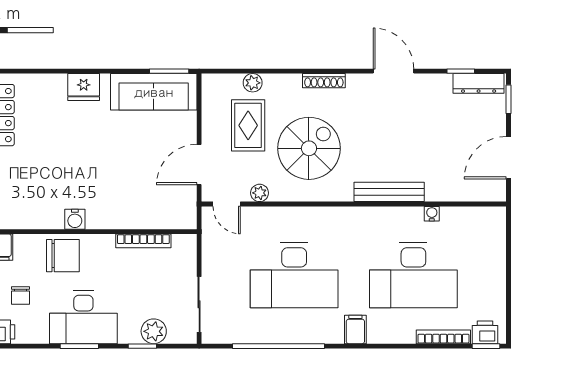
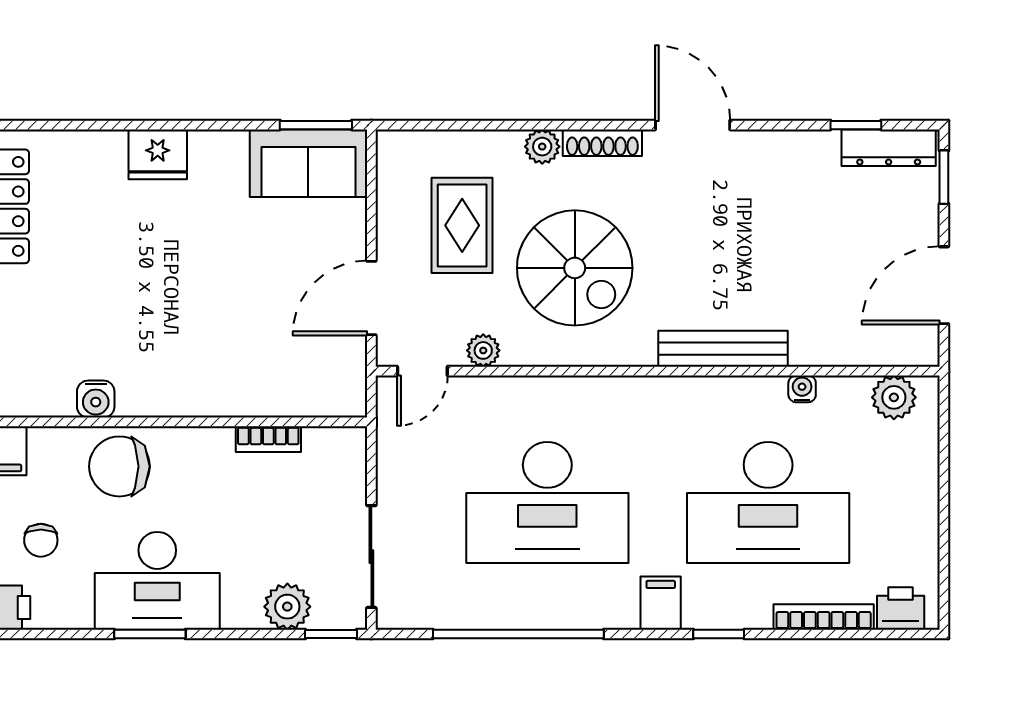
door: (394, 71) -> (693, 125), moved
plant: (253, 83) -> (542, 147), moved
sofa: (154, 92) -> (308, 163), width x0.73
spiral stairs: (309, 148) -> (575, 268), turned 90
door: (227, 204) -> (422, 371), hinge flipped
plant: (481, 218) -> (894, 397), added
water cooler: (75, 219) -> (96, 399), moved
bookcase: (143, 241) -> (268, 439), width x0.64
chair: (63, 256) -> (119, 466), turned 180
window: (142, 346) -> (331, 634), moved
window: (486, 346) -> (719, 634), moved

